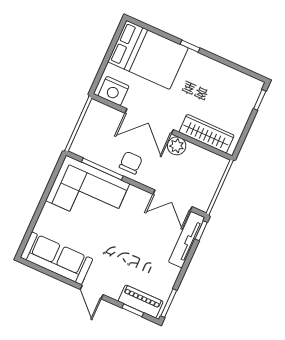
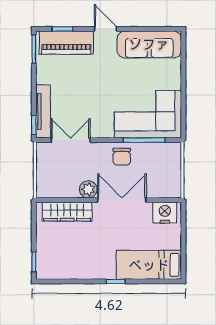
bed: (148, 55) -> (149, 265), width x0.67
piano: (141, 301) -> (66, 43), width x1.37, depth x1.33

